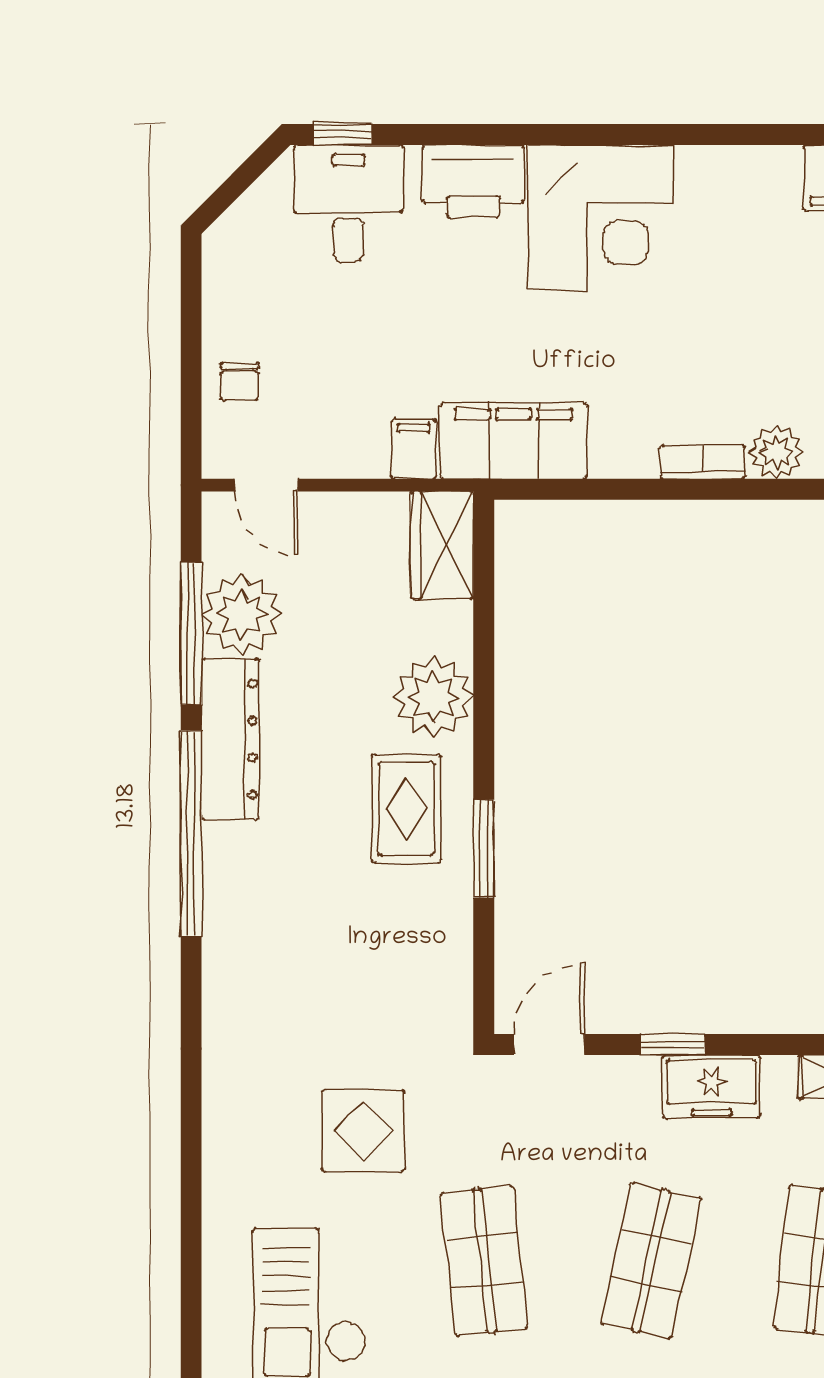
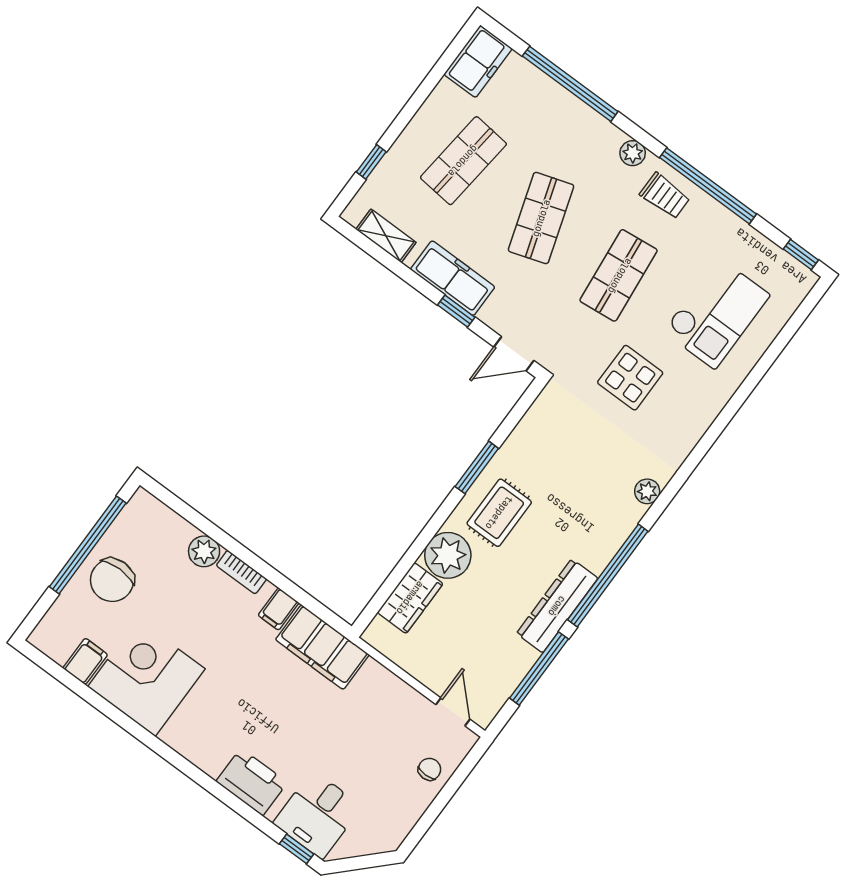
corner desk: (601, 218) -> (146, 678), moved
filing cabinet: (414, 449) -> (279, 609), moved
wardrobe: (442, 545) -> (410, 598), moved
plant: (242, 614) -> (647, 491), moved, width x0.53, depth x0.53
freezer: (712, 1087) -> (453, 278), width x1.40
shop shelf: (651, 1261) -> (541, 218), turned -30

